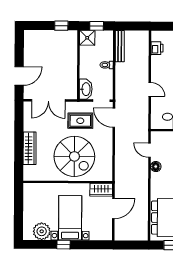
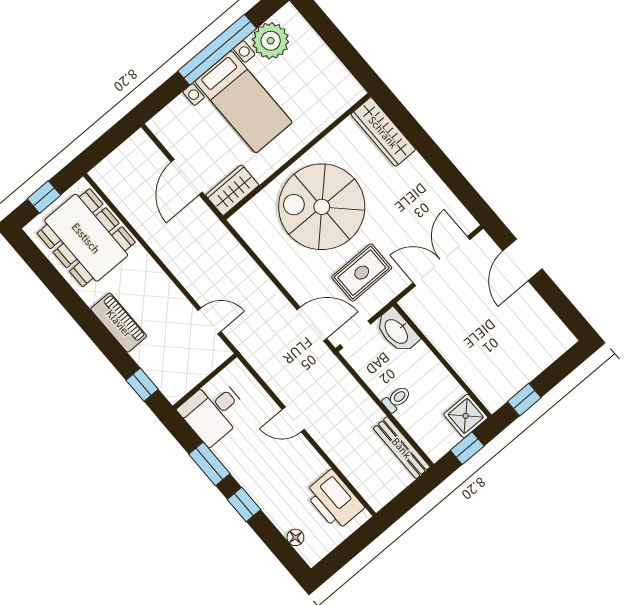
printer: (157, 48) -> (334, 500), width x1.87, depth x1.48
wardrobe: (30, 148) -> (383, 132), moved
floor lamp: (156, 167) -> (177, 303), removed
window: (64, 245) -> (217, 50), width x3.17

